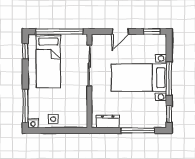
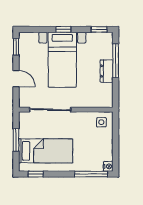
window: (59, 32) -> (16, 140), width x0.47
window: (169, 79) -> (63, 29), width x0.46
side table: (53, 119) -> (101, 122), moved
dresser: (108, 122) -> (107, 71), moved

